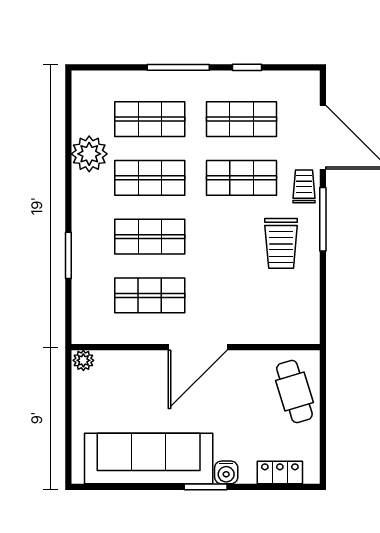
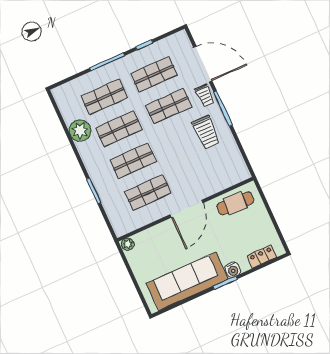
trolley: (304, 186) -> (205, 95), turned 180
cafe table: (294, 391) -> (235, 203), moved, turned -70

